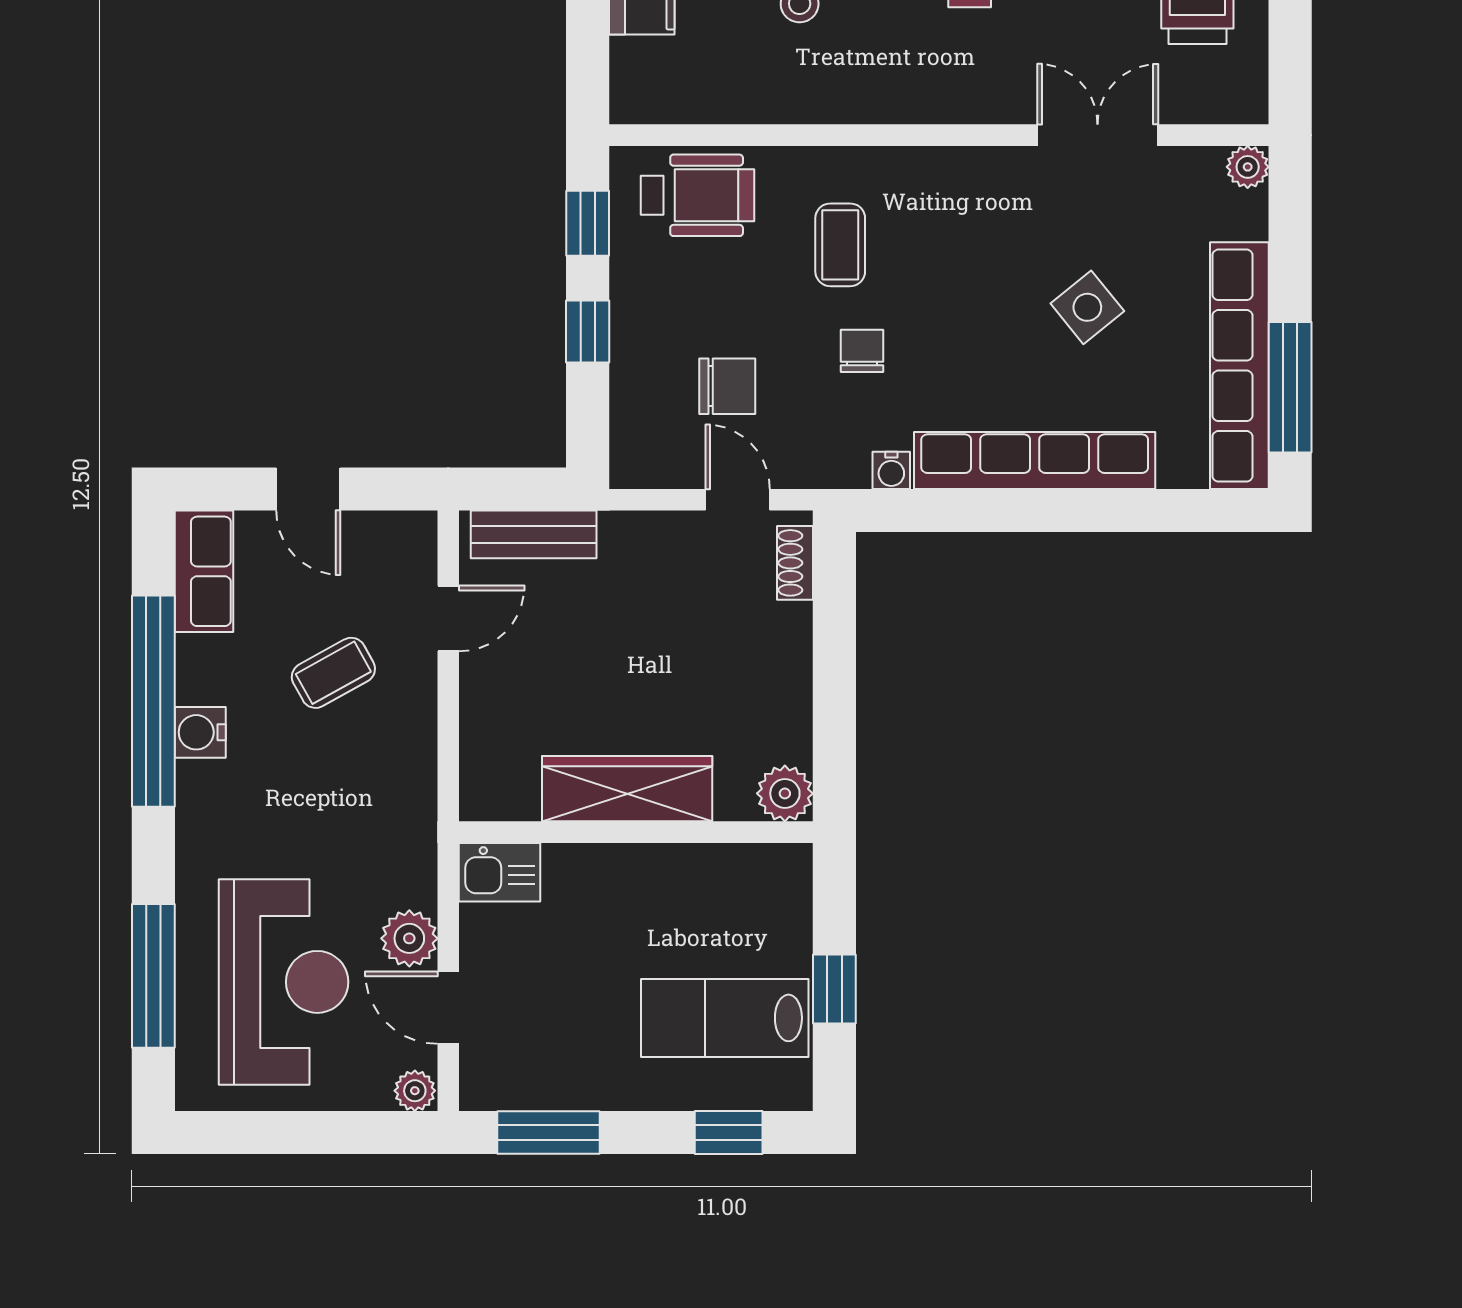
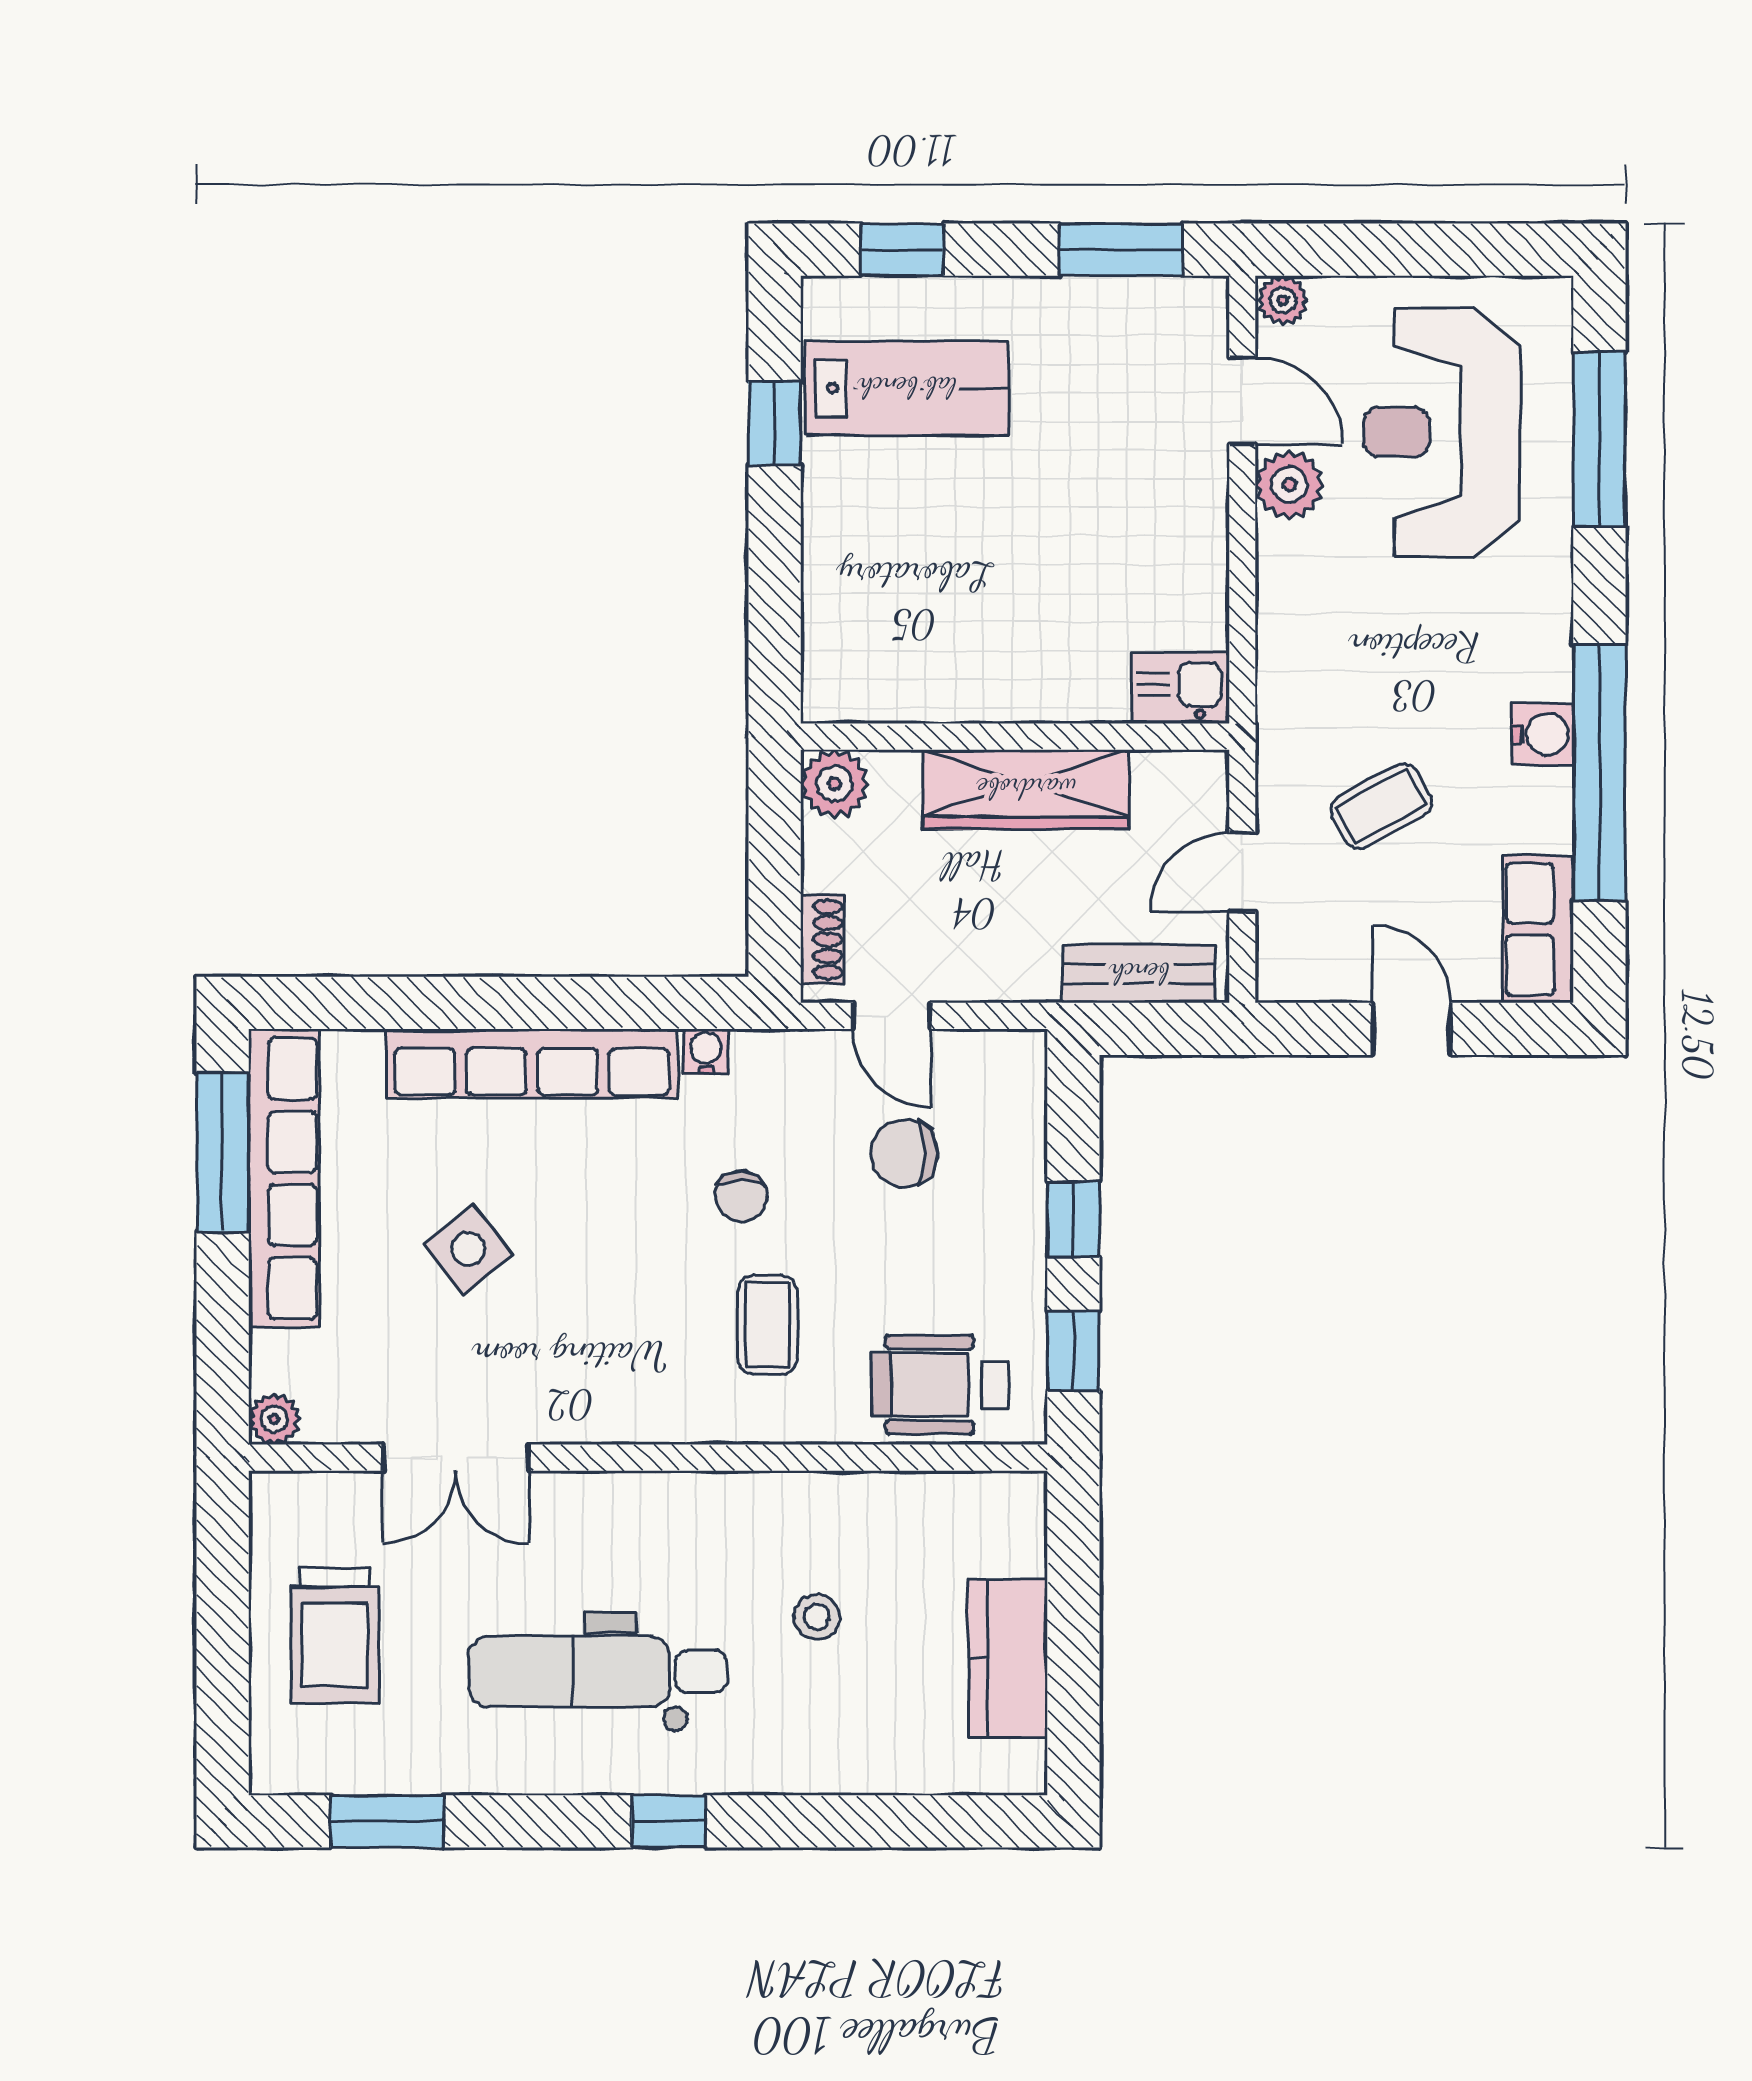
wardrobe: (627, 789) -> (1026, 789), moved
plant: (785, 793) -> (835, 784), moved
wall: (636, 832) -> (1015, 737), moved
kitchen sink: (499, 872) -> (1180, 688), moved

